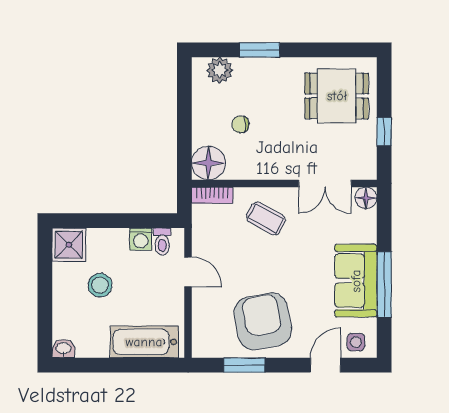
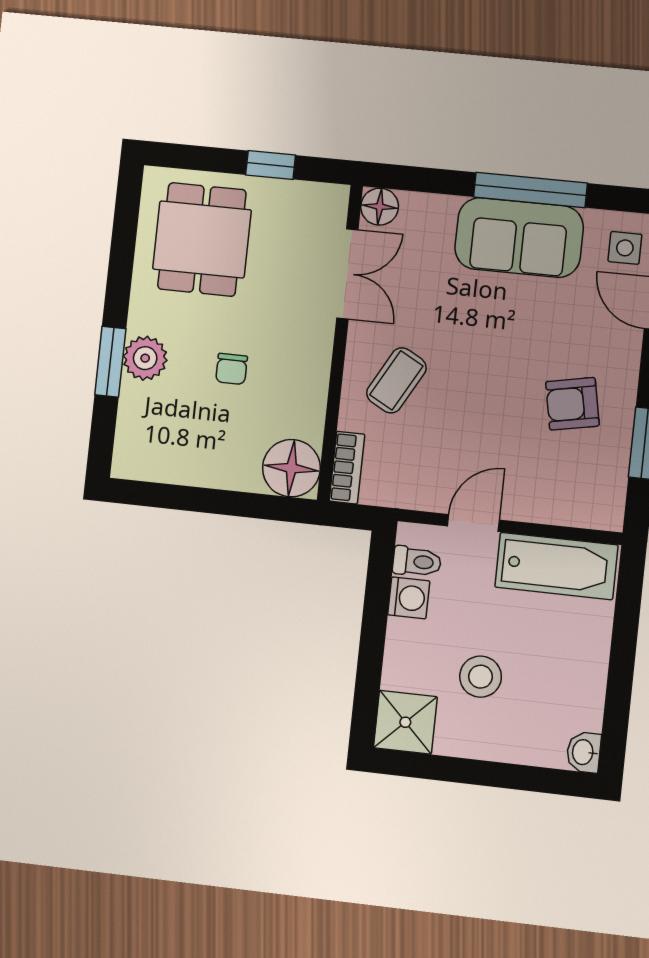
plant: (220, 70) -> (145, 358), moved
chair: (240, 124) -> (232, 369), moved
armchair: (263, 321) -> (572, 404), width x0.53, depth x0.53
bathtub: (144, 342) -> (556, 566), moved, turned -90

